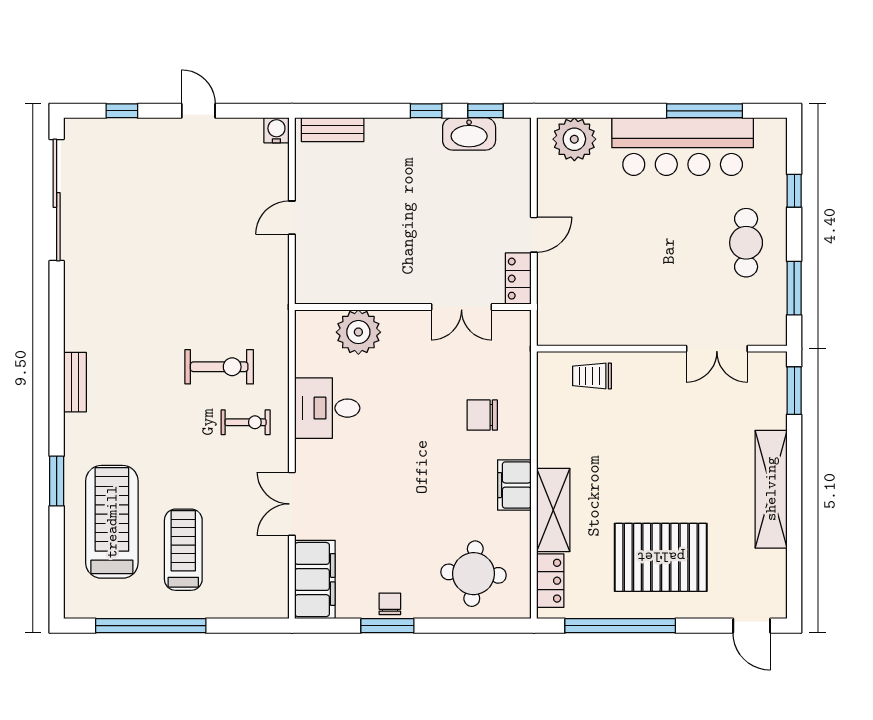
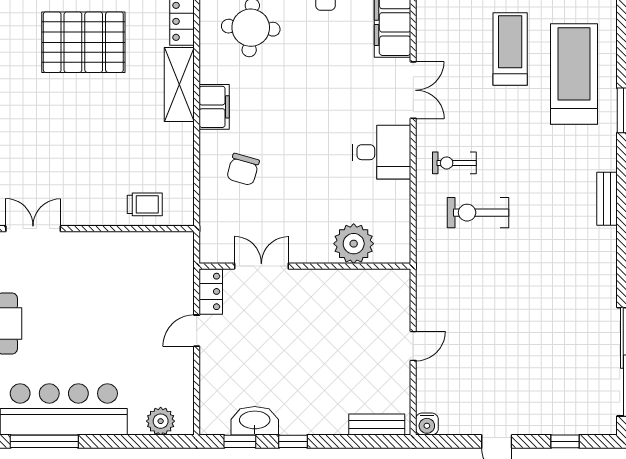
plant: (574, 139) -> (161, 421), width x0.73, depth x0.73
desk: (327, 408) -> (382, 152), moved
chair: (482, 415) -> (243, 169), turned 106
treadmill: (112, 522) -> (574, 74), turned 180
treadmill: (183, 550) -> (510, 49), turned 180

